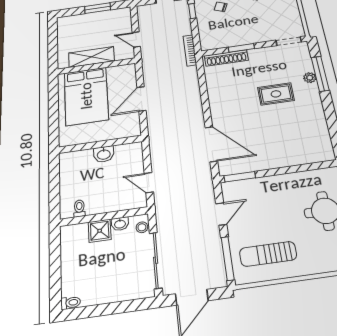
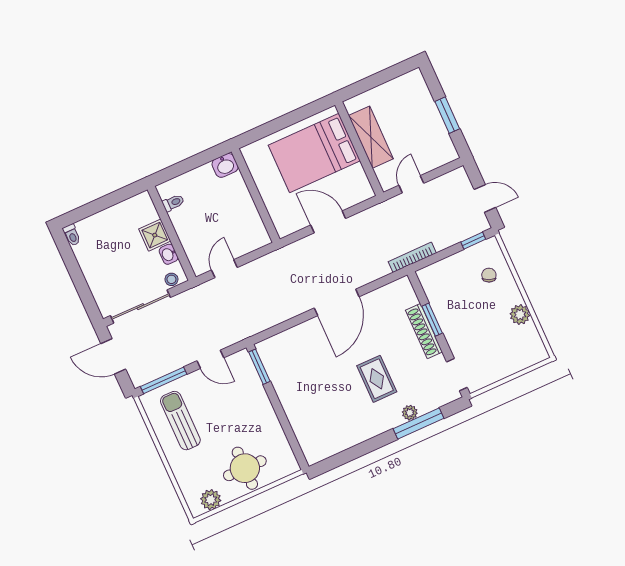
shoe rack: (226, 58) -> (424, 331), moved
door: (211, 144) -> (337, 302), moved
washbasin: (104, 154) -> (225, 165), moved, turned -90

